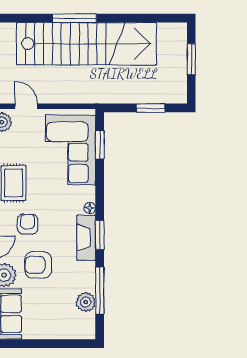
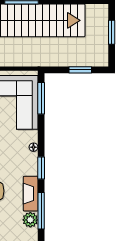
window: (100, 145) -> (41, 98), width x1.44
fireplace: (86, 238) -> (31, 194), moved

